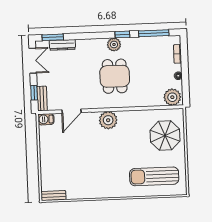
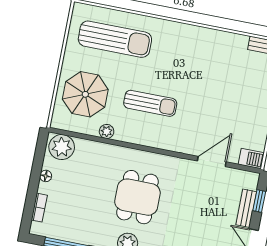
bench: (42, 99) -> (246, 208), moved
plant: (108, 120) -> (107, 131), moved, width x0.53, depth x0.53
sun lounger: (121, 140) -> (150, 103), added

